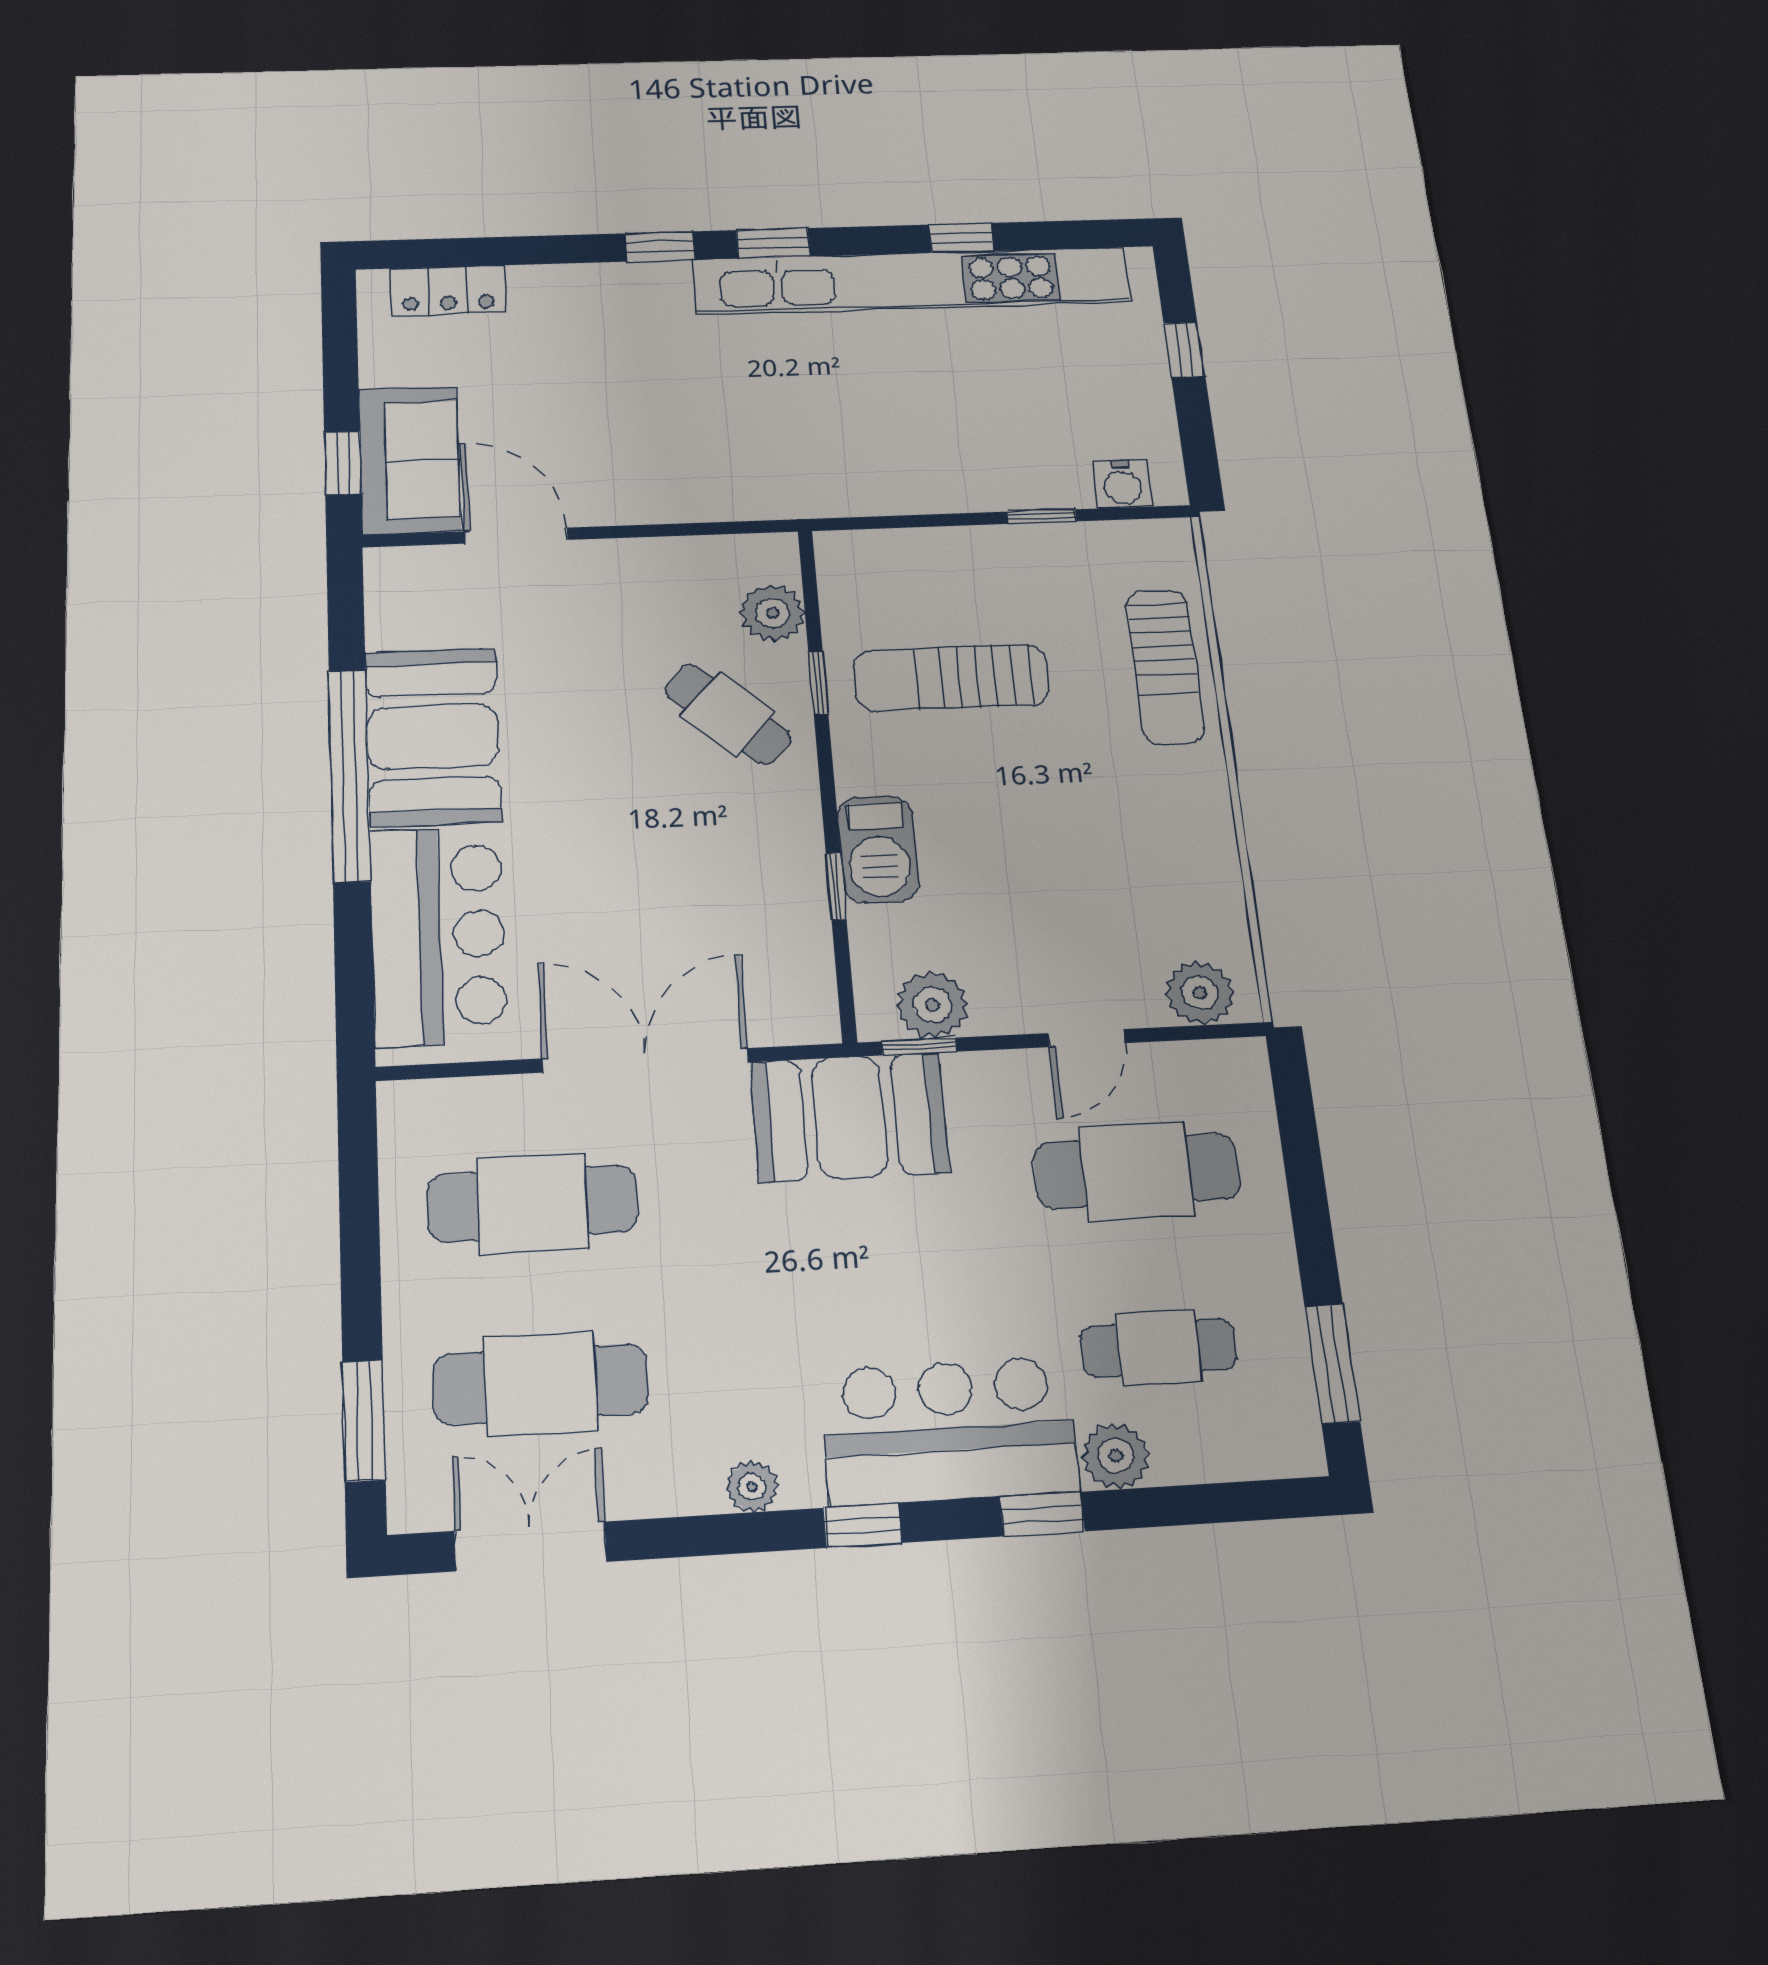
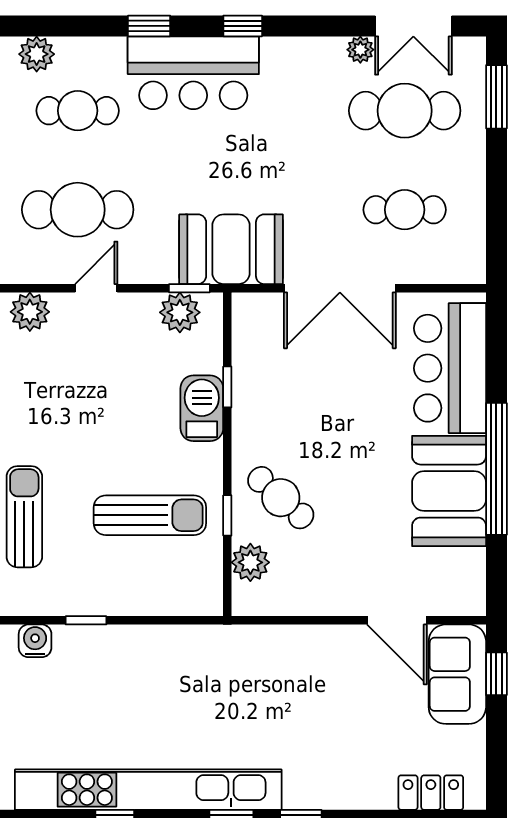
cafe table: (532, 1204) -> (405, 210), width x0.73, depth x0.74
plant: (1116, 1456) -> (37, 54), moved
plant: (752, 1487) -> (360, 50), moved

